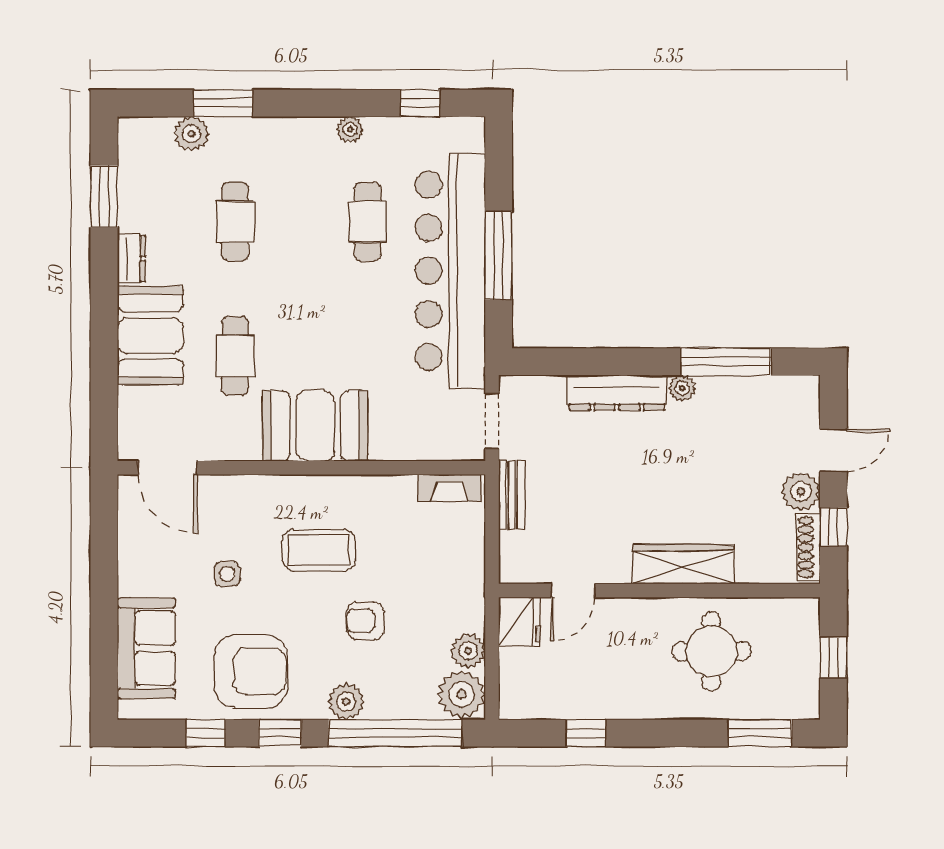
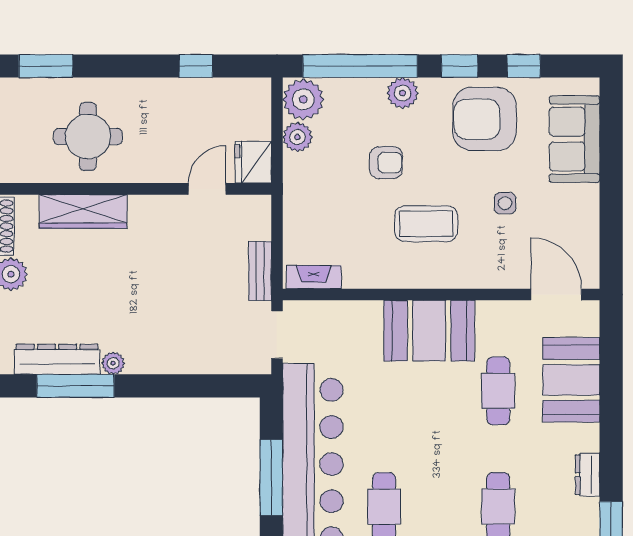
booth: (150, 336) -> (571, 380), moved
dresser: (617, 393) -> (57, 359), moved
wardrobe: (683, 564) -> (83, 211), moved

